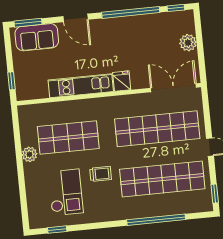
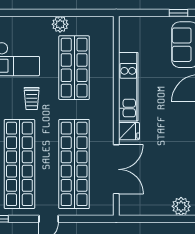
plant: (188, 43) -> (181, 206), moved
window: (12, 81) -> (179, 13), moved
double door: (173, 88) -> (116, 169), moved

